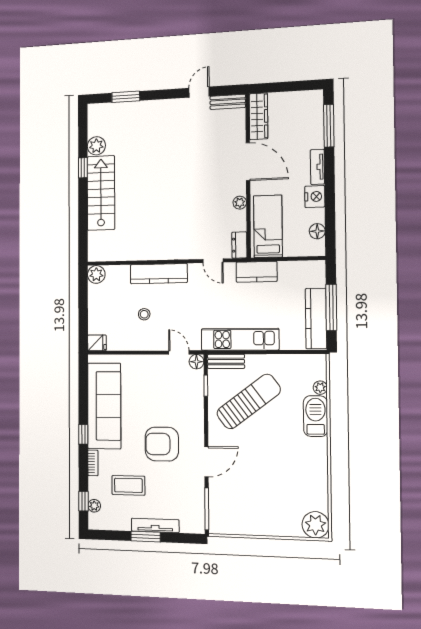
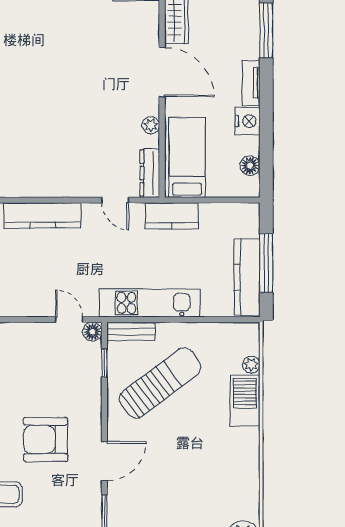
dresser: (239, 245) -> (150, 173), width x1.44
stool: (144, 314) -> (23, 269), removed

